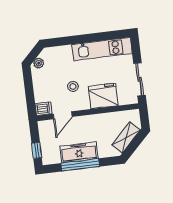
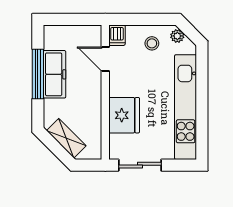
kitchen unit: (102, 49) -> (186, 107), width x1.36
stool: (73, 86) -> (152, 43), moved
window: (37, 150) -> (64, 19), removed

